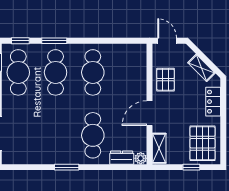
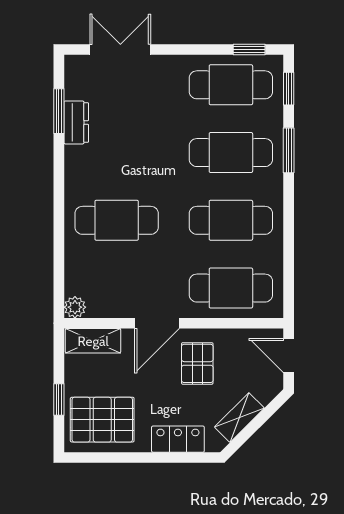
door: (167, 41) -> (289, 355), swing flipped
cafe table: (130, 72) -> (231, 288), added
pallet: (166, 80) -> (197, 363), moved, turned 90
door: (149, 113) -> (157, 323), swing flipped
dresser: (122, 158) -> (76, 122), moved
window: (67, 167) -> (59, 111), moved

